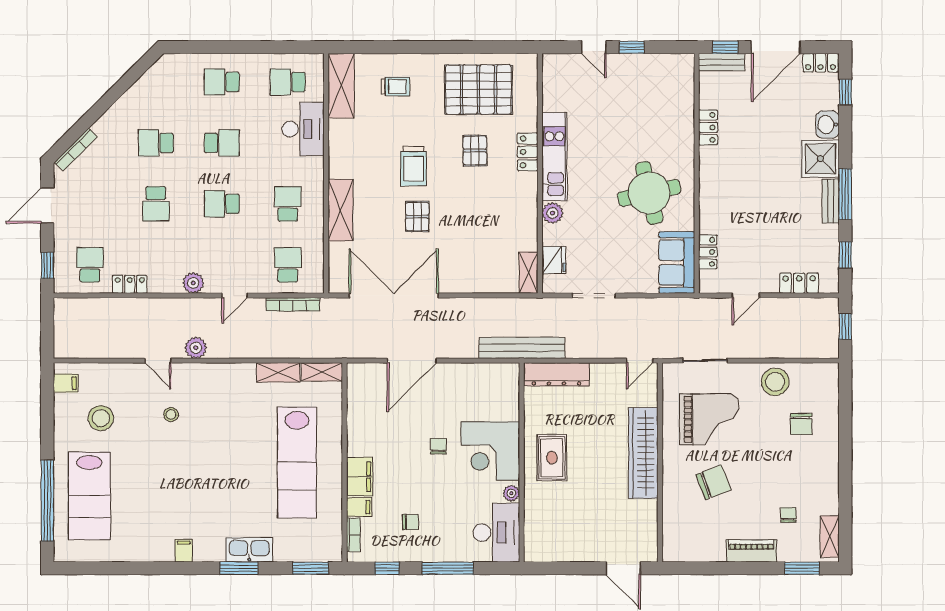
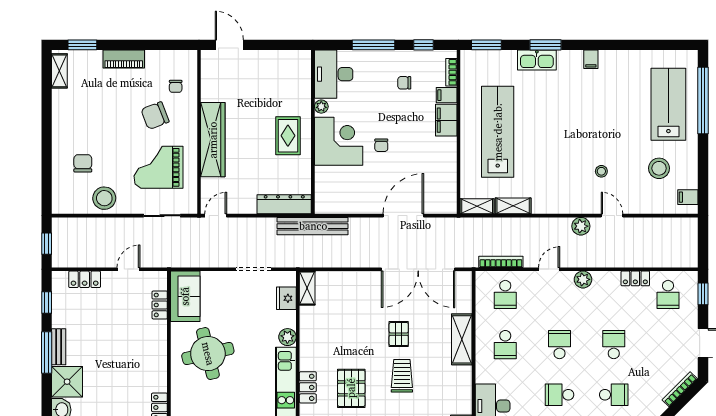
pallet: (475, 151) -> (351, 388), width x1.50, depth x1.42
school desk: (222, 204) -> (559, 345), turned -90
chair: (789, 515) -> (176, 86), moved

